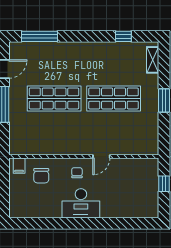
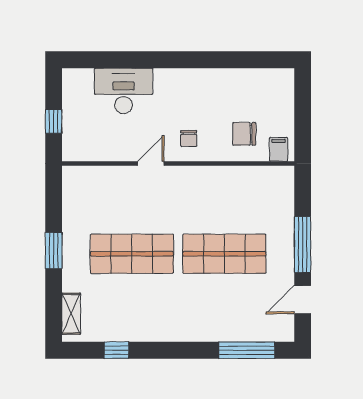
chair: (41, 176) -> (244, 134), turned -90
desk: (81, 203) -> (124, 91), moved

